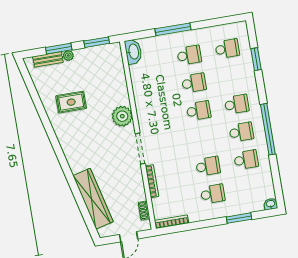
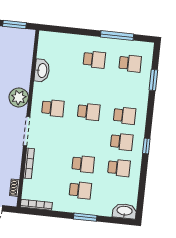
window: (173, 29) -> (117, 36), moved
washbasin: (133, 52) -> (42, 70), moved
school desk: (194, 83) -> (53, 108), moved
window: (268, 129) -> (146, 146), width x0.32
washbasin: (271, 204) -> (125, 211), width x1.91, depth x1.45
window: (239, 218) -> (85, 217), moved

